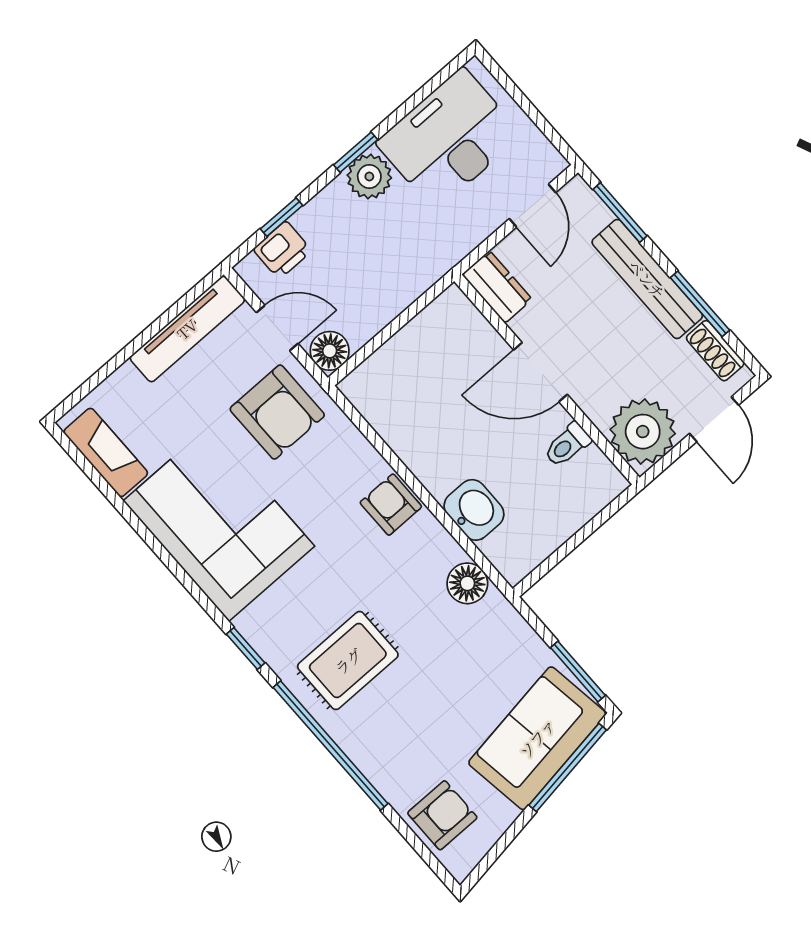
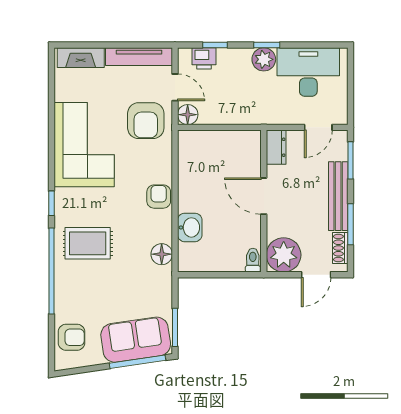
toilet: (567, 445) -> (253, 260), moved, turned 90
fireplace: (106, 452) -> (81, 58), moved, turned 90

